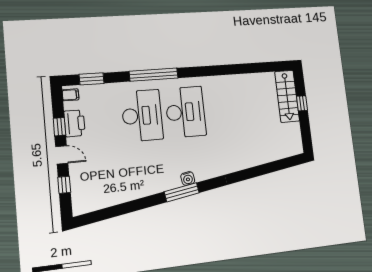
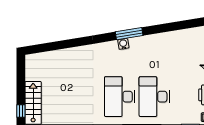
window: (302, 103) -> (21, 111), moved

